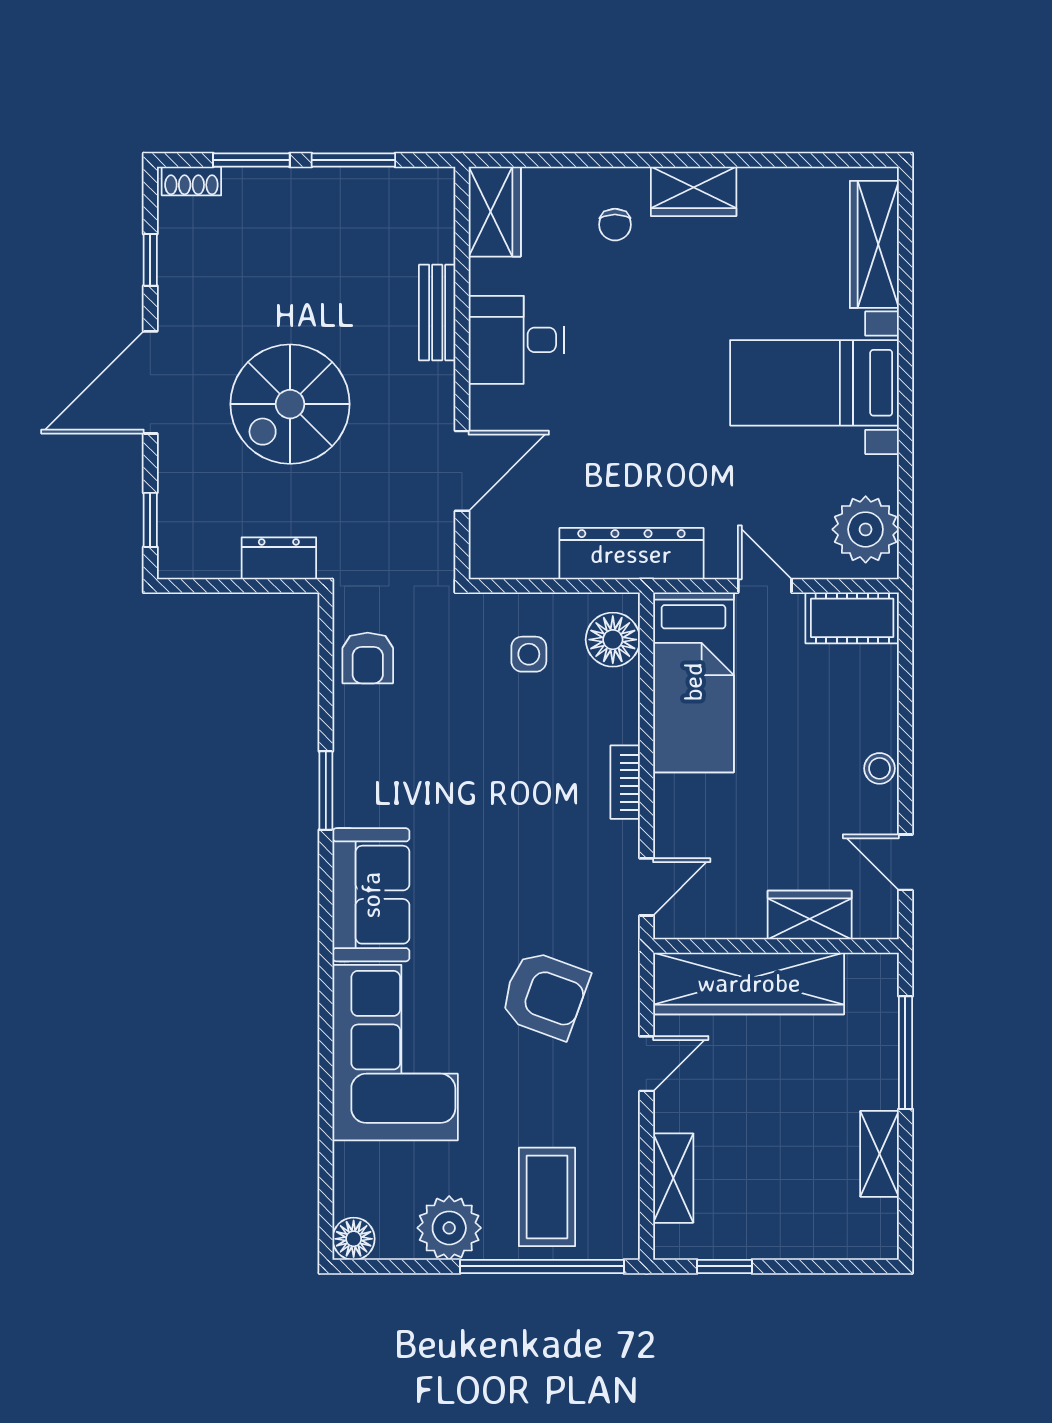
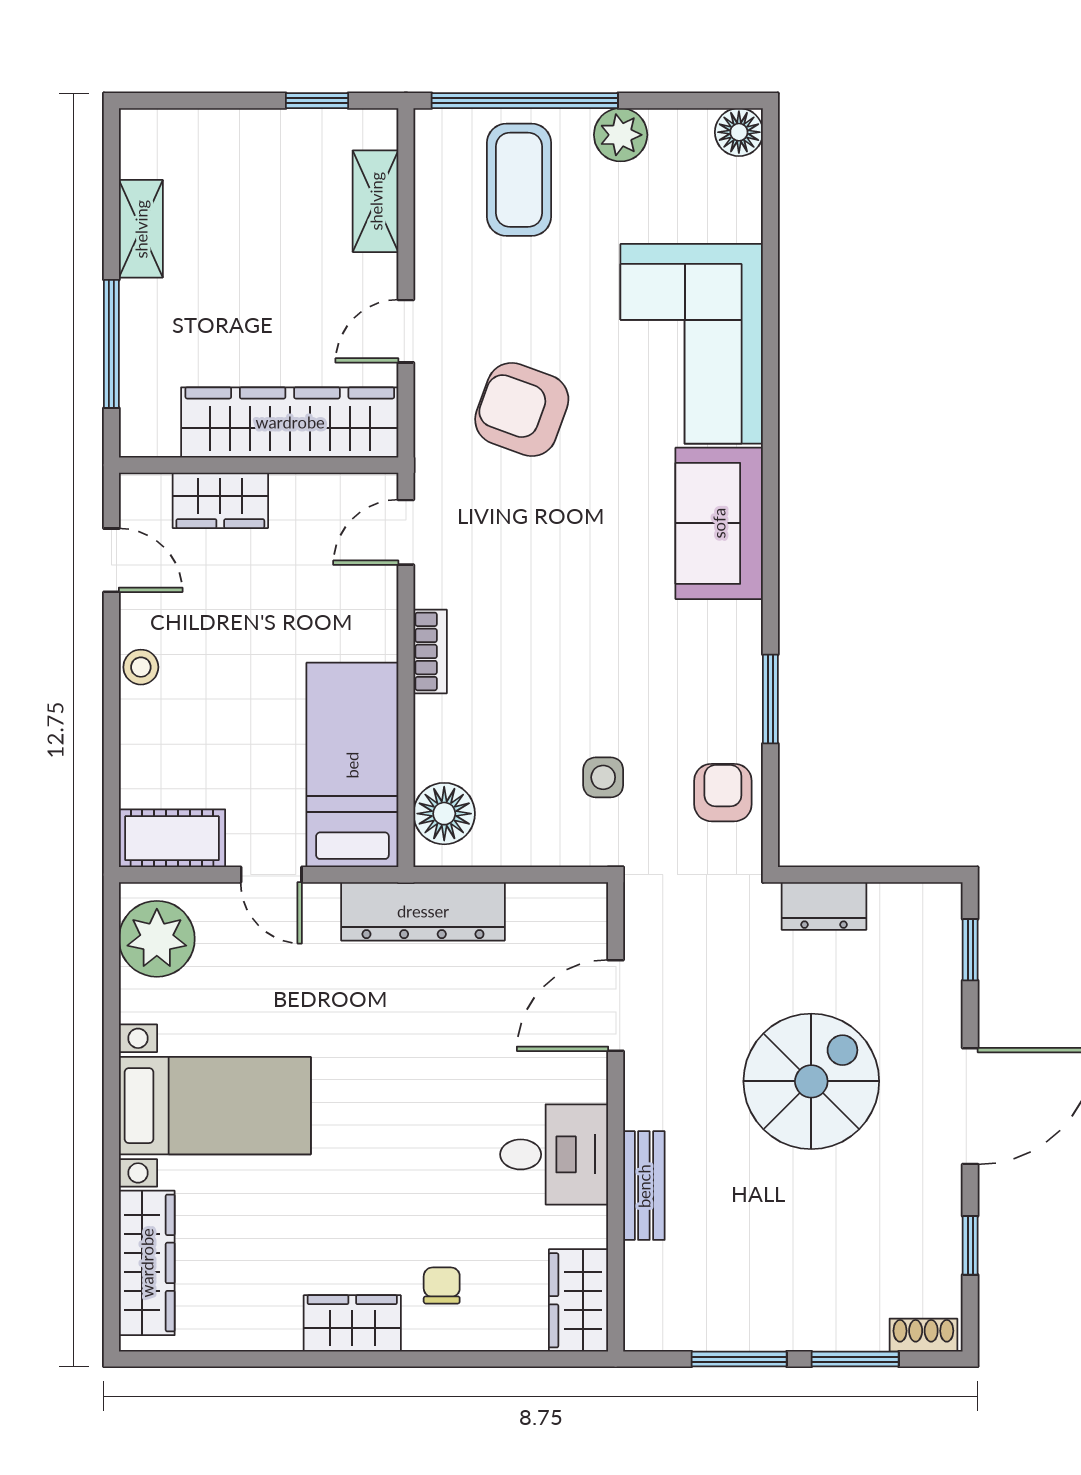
side table: (529, 654) -> (603, 777), moved
window: (326, 791) -> (770, 699), moved
plant: (449, 1228) -> (621, 135), width x0.73, depth x0.73

